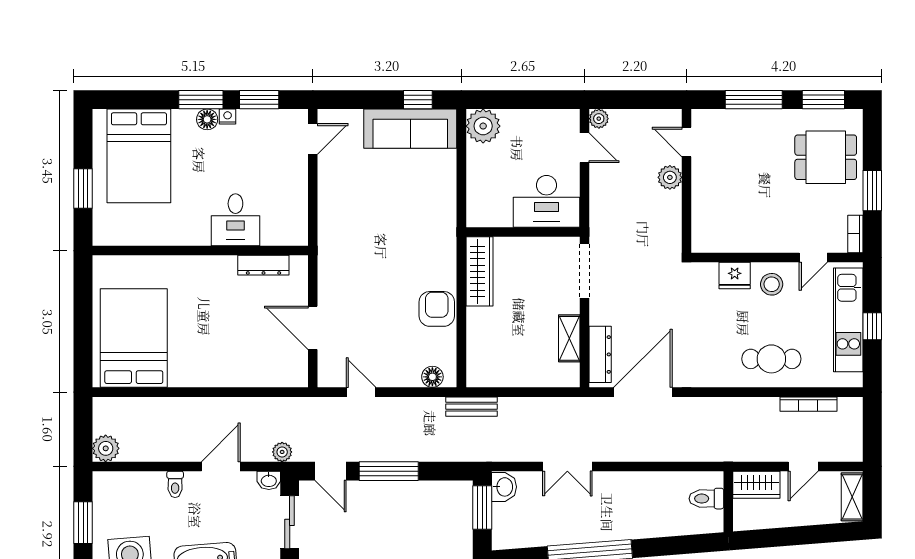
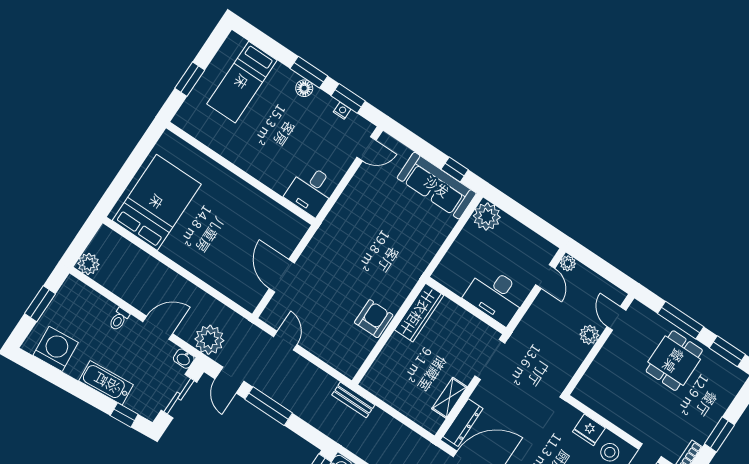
nightstand: (228, 117) -> (342, 111), moved
bed: (139, 156) -> (242, 82), width x0.67
dining table: (826, 157) -> (674, 361), moved, turned 90
desk: (235, 220) -> (311, 190), moved
dresser: (263, 265) -> (277, 212), removed
floor lamp: (432, 377) -> (340, 362), removed
plant: (282, 452) -> (209, 340), width x1.87, depth x1.87

